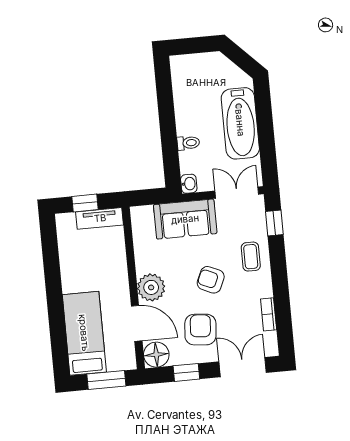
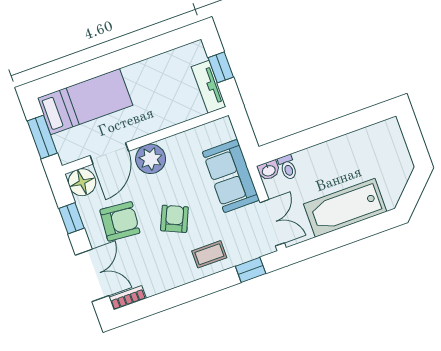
toilet: (188, 143) -> (288, 167), moved
bookcase: (269, 314) -> (128, 298), moved

